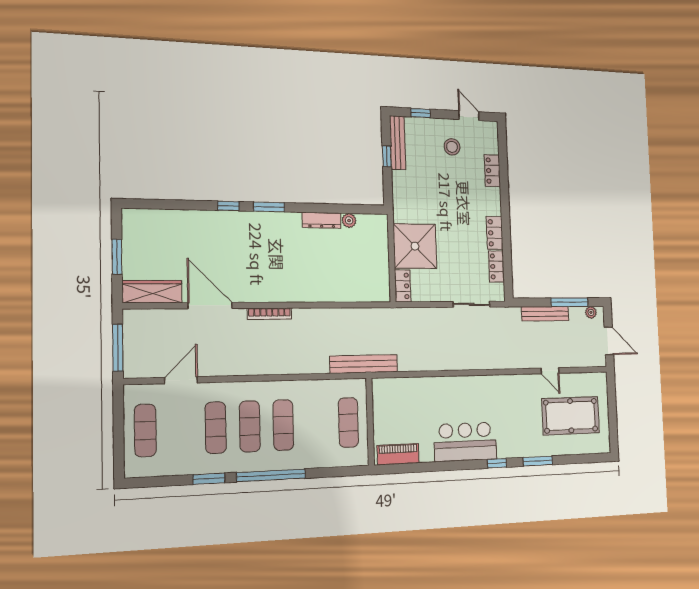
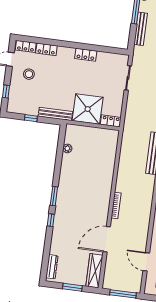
bench: (398, 143) -> (55, 114), moved
dresser: (322, 220) -> (52, 267), moved
locker: (496, 266) -> (26, 46), moved

